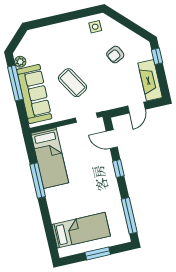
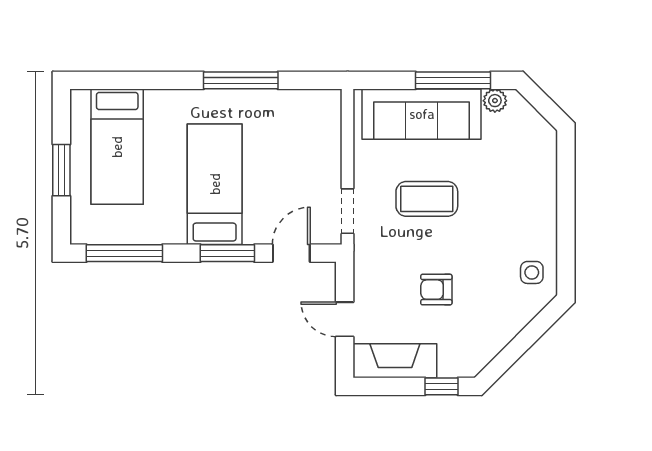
armchair: (115, 55) -> (436, 290), moved, turned -63
coffee table: (73, 83) -> (427, 199), turned 31
bed: (50, 158) -> (215, 184), moved, turned 90
window: (118, 168) -> (227, 253), width x1.50

